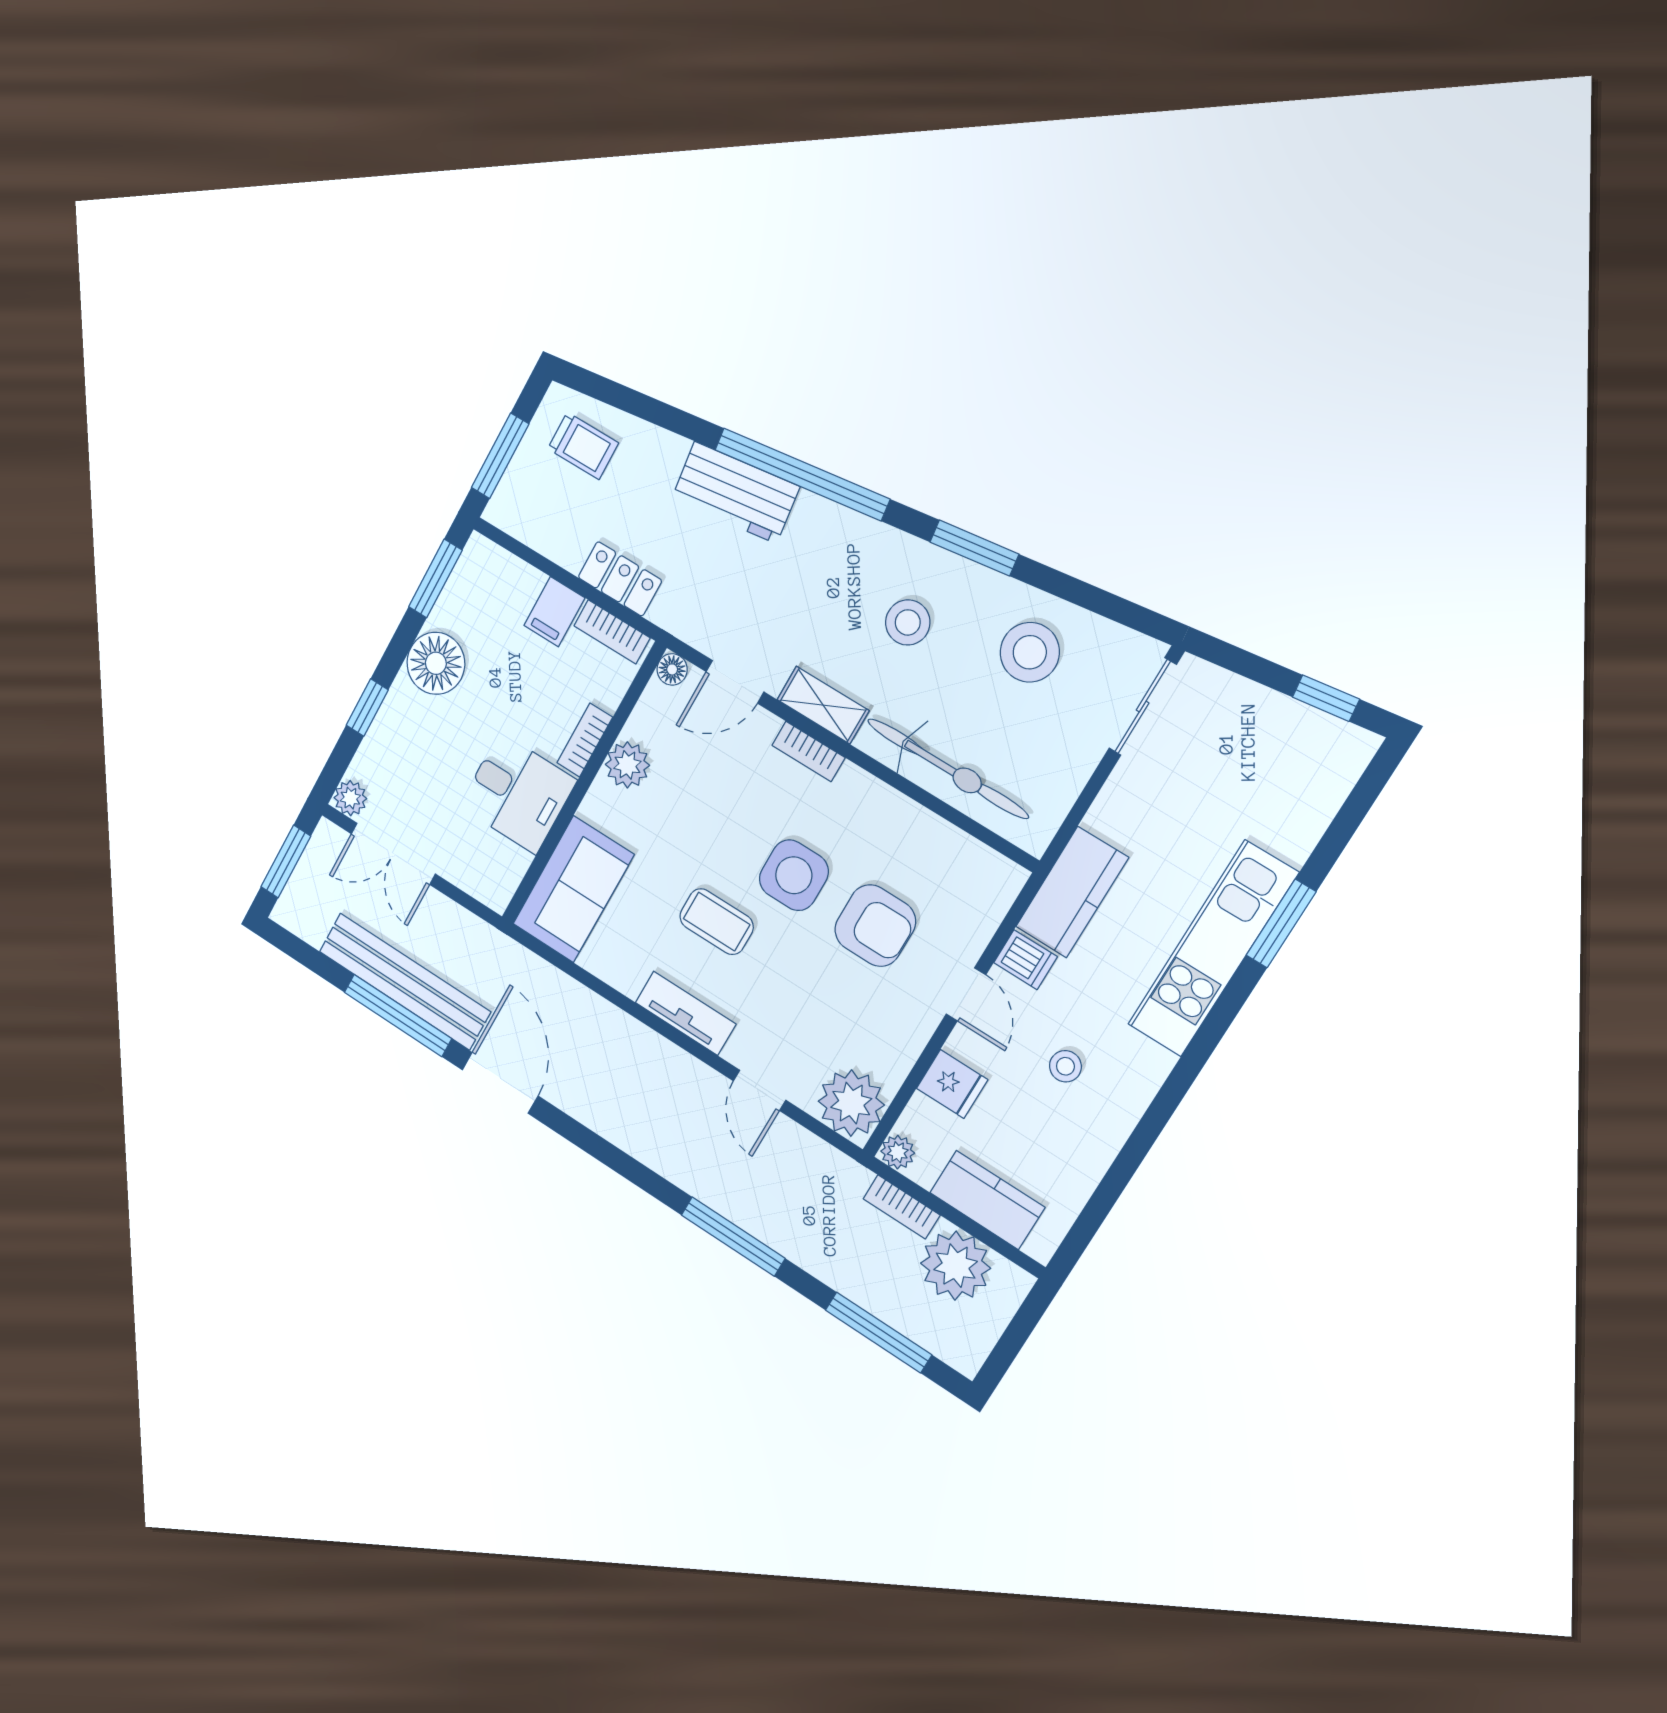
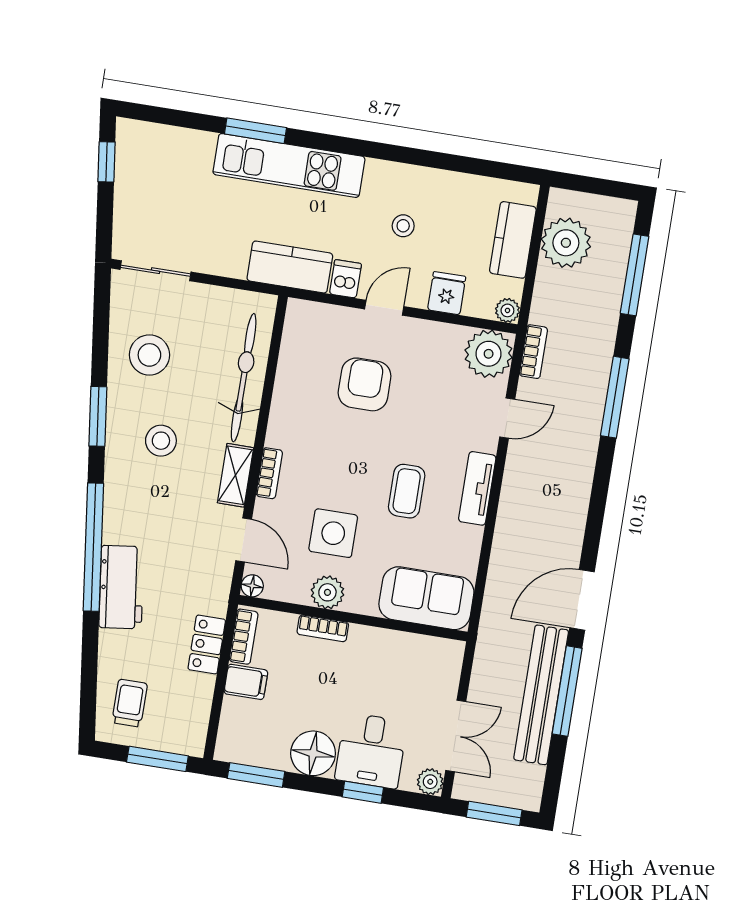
desk: (518, 793) -> (371, 751), moved, turned 180
side table: (794, 875) -> (333, 533), moved
bookcase: (902, 1207) -> (533, 352), moved

